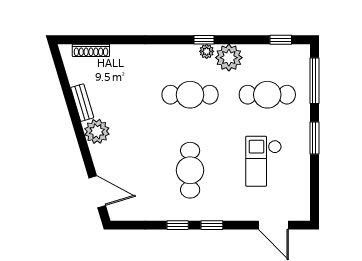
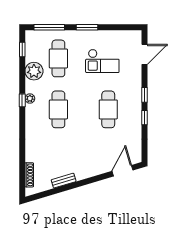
plant: (229, 58) -> (34, 71), moved
plant: (97, 131) -> (83, 171), removed
cafe table: (190, 170) -> (108, 109), turned 90

